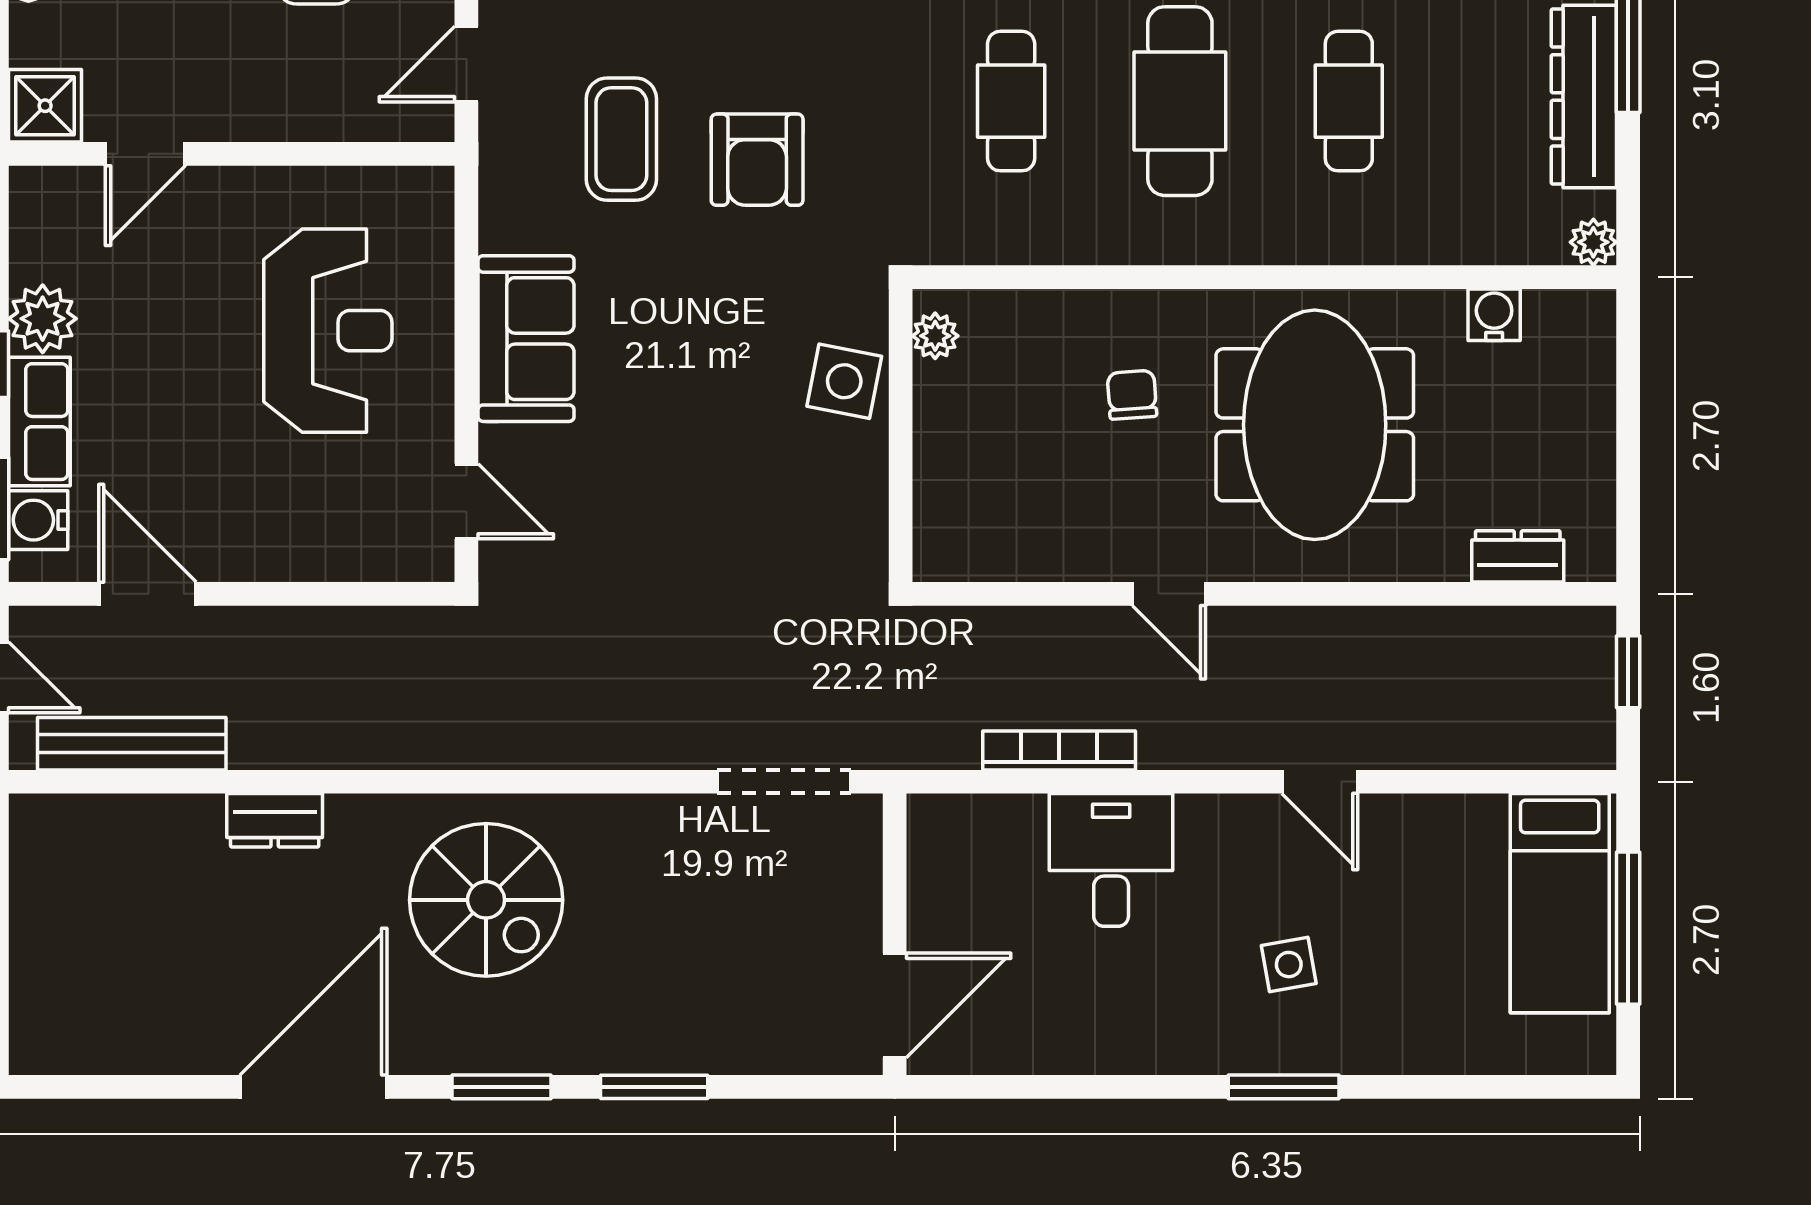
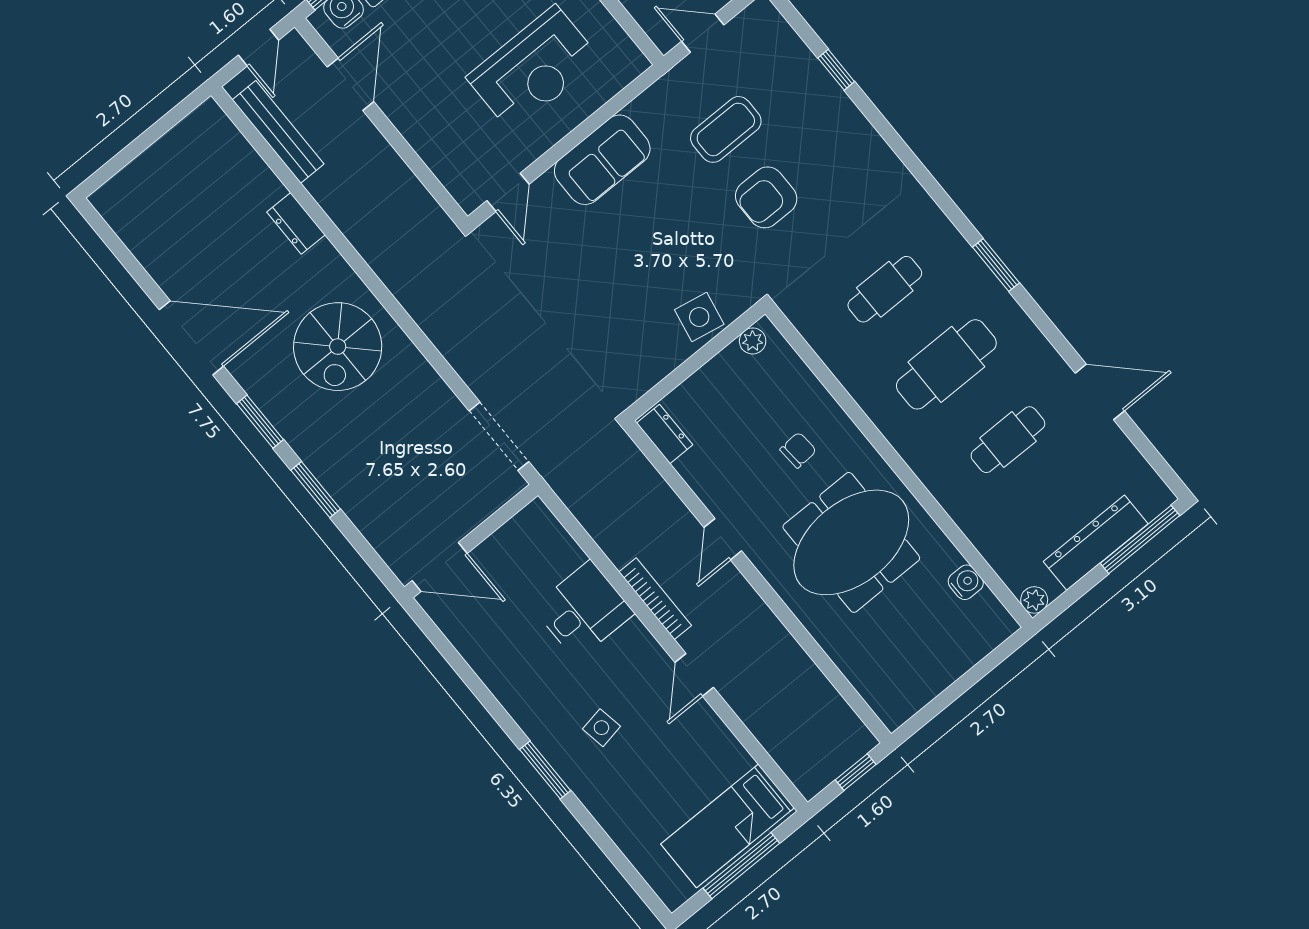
dresser: (1518, 556) -> (665, 434), moved
bookcase: (1059, 750) -> (655, 599), moved

